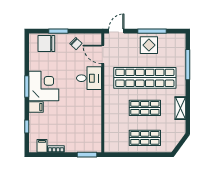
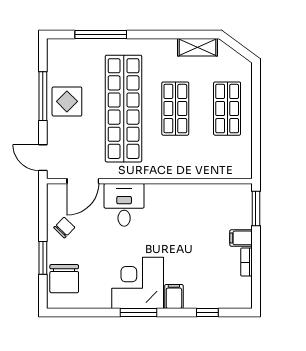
shelving: (180, 108) -> (198, 47), moved
filing cabinet: (42, 146) -> (241, 238), moved

